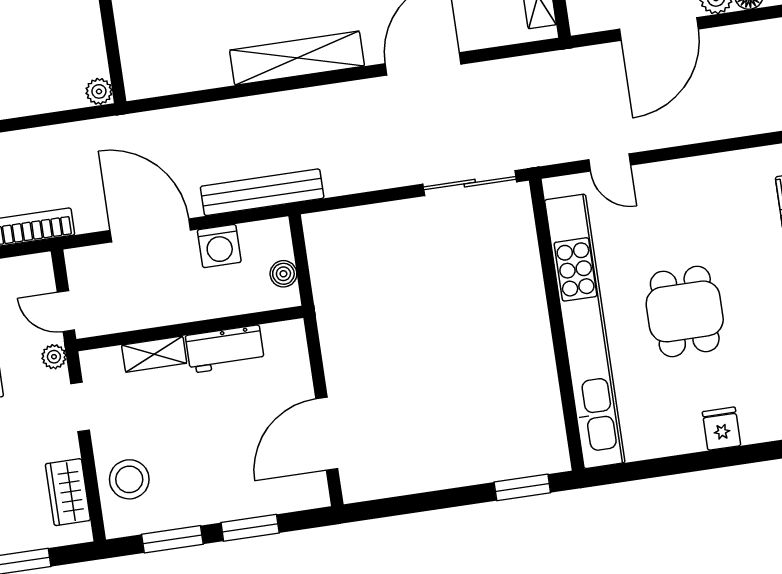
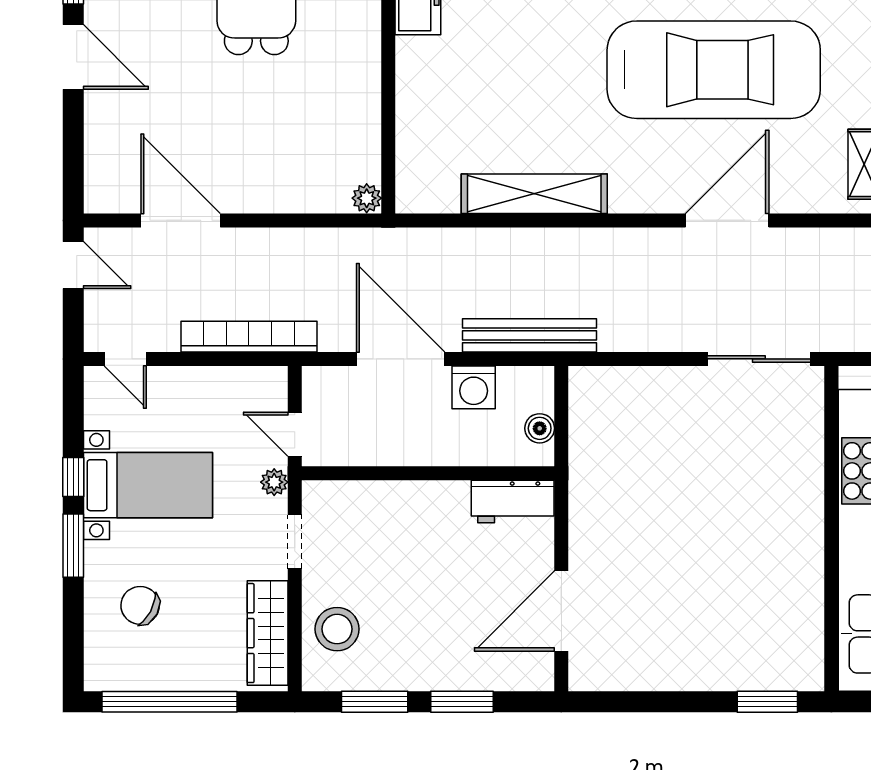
shelving: (297, 58) -> (534, 194), moved
workbench: (225, 349) -> (513, 502), moved
shelving: (154, 354) -> (385, 496), removed
wardrobe: (68, 492) -> (268, 633), width x1.50

